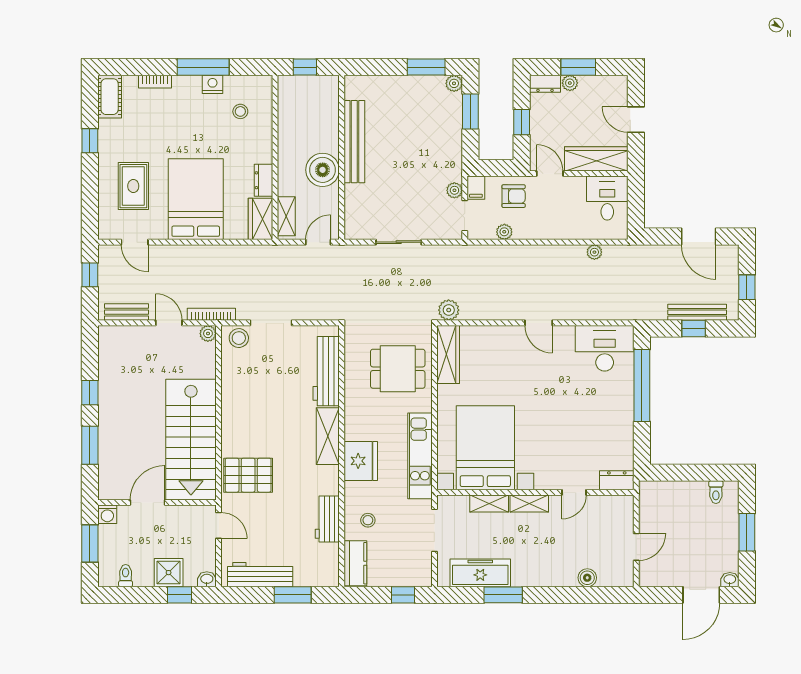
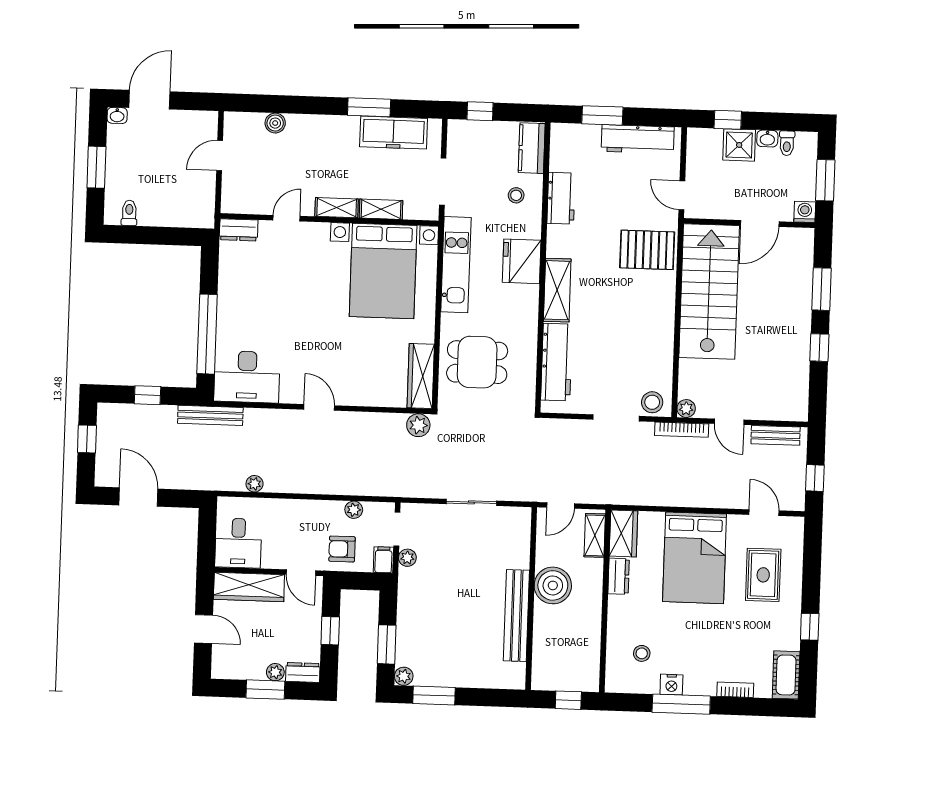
bench: (697, 312) -> (210, 415), moved
washbasin: (207, 579) -> (767, 139), moved

